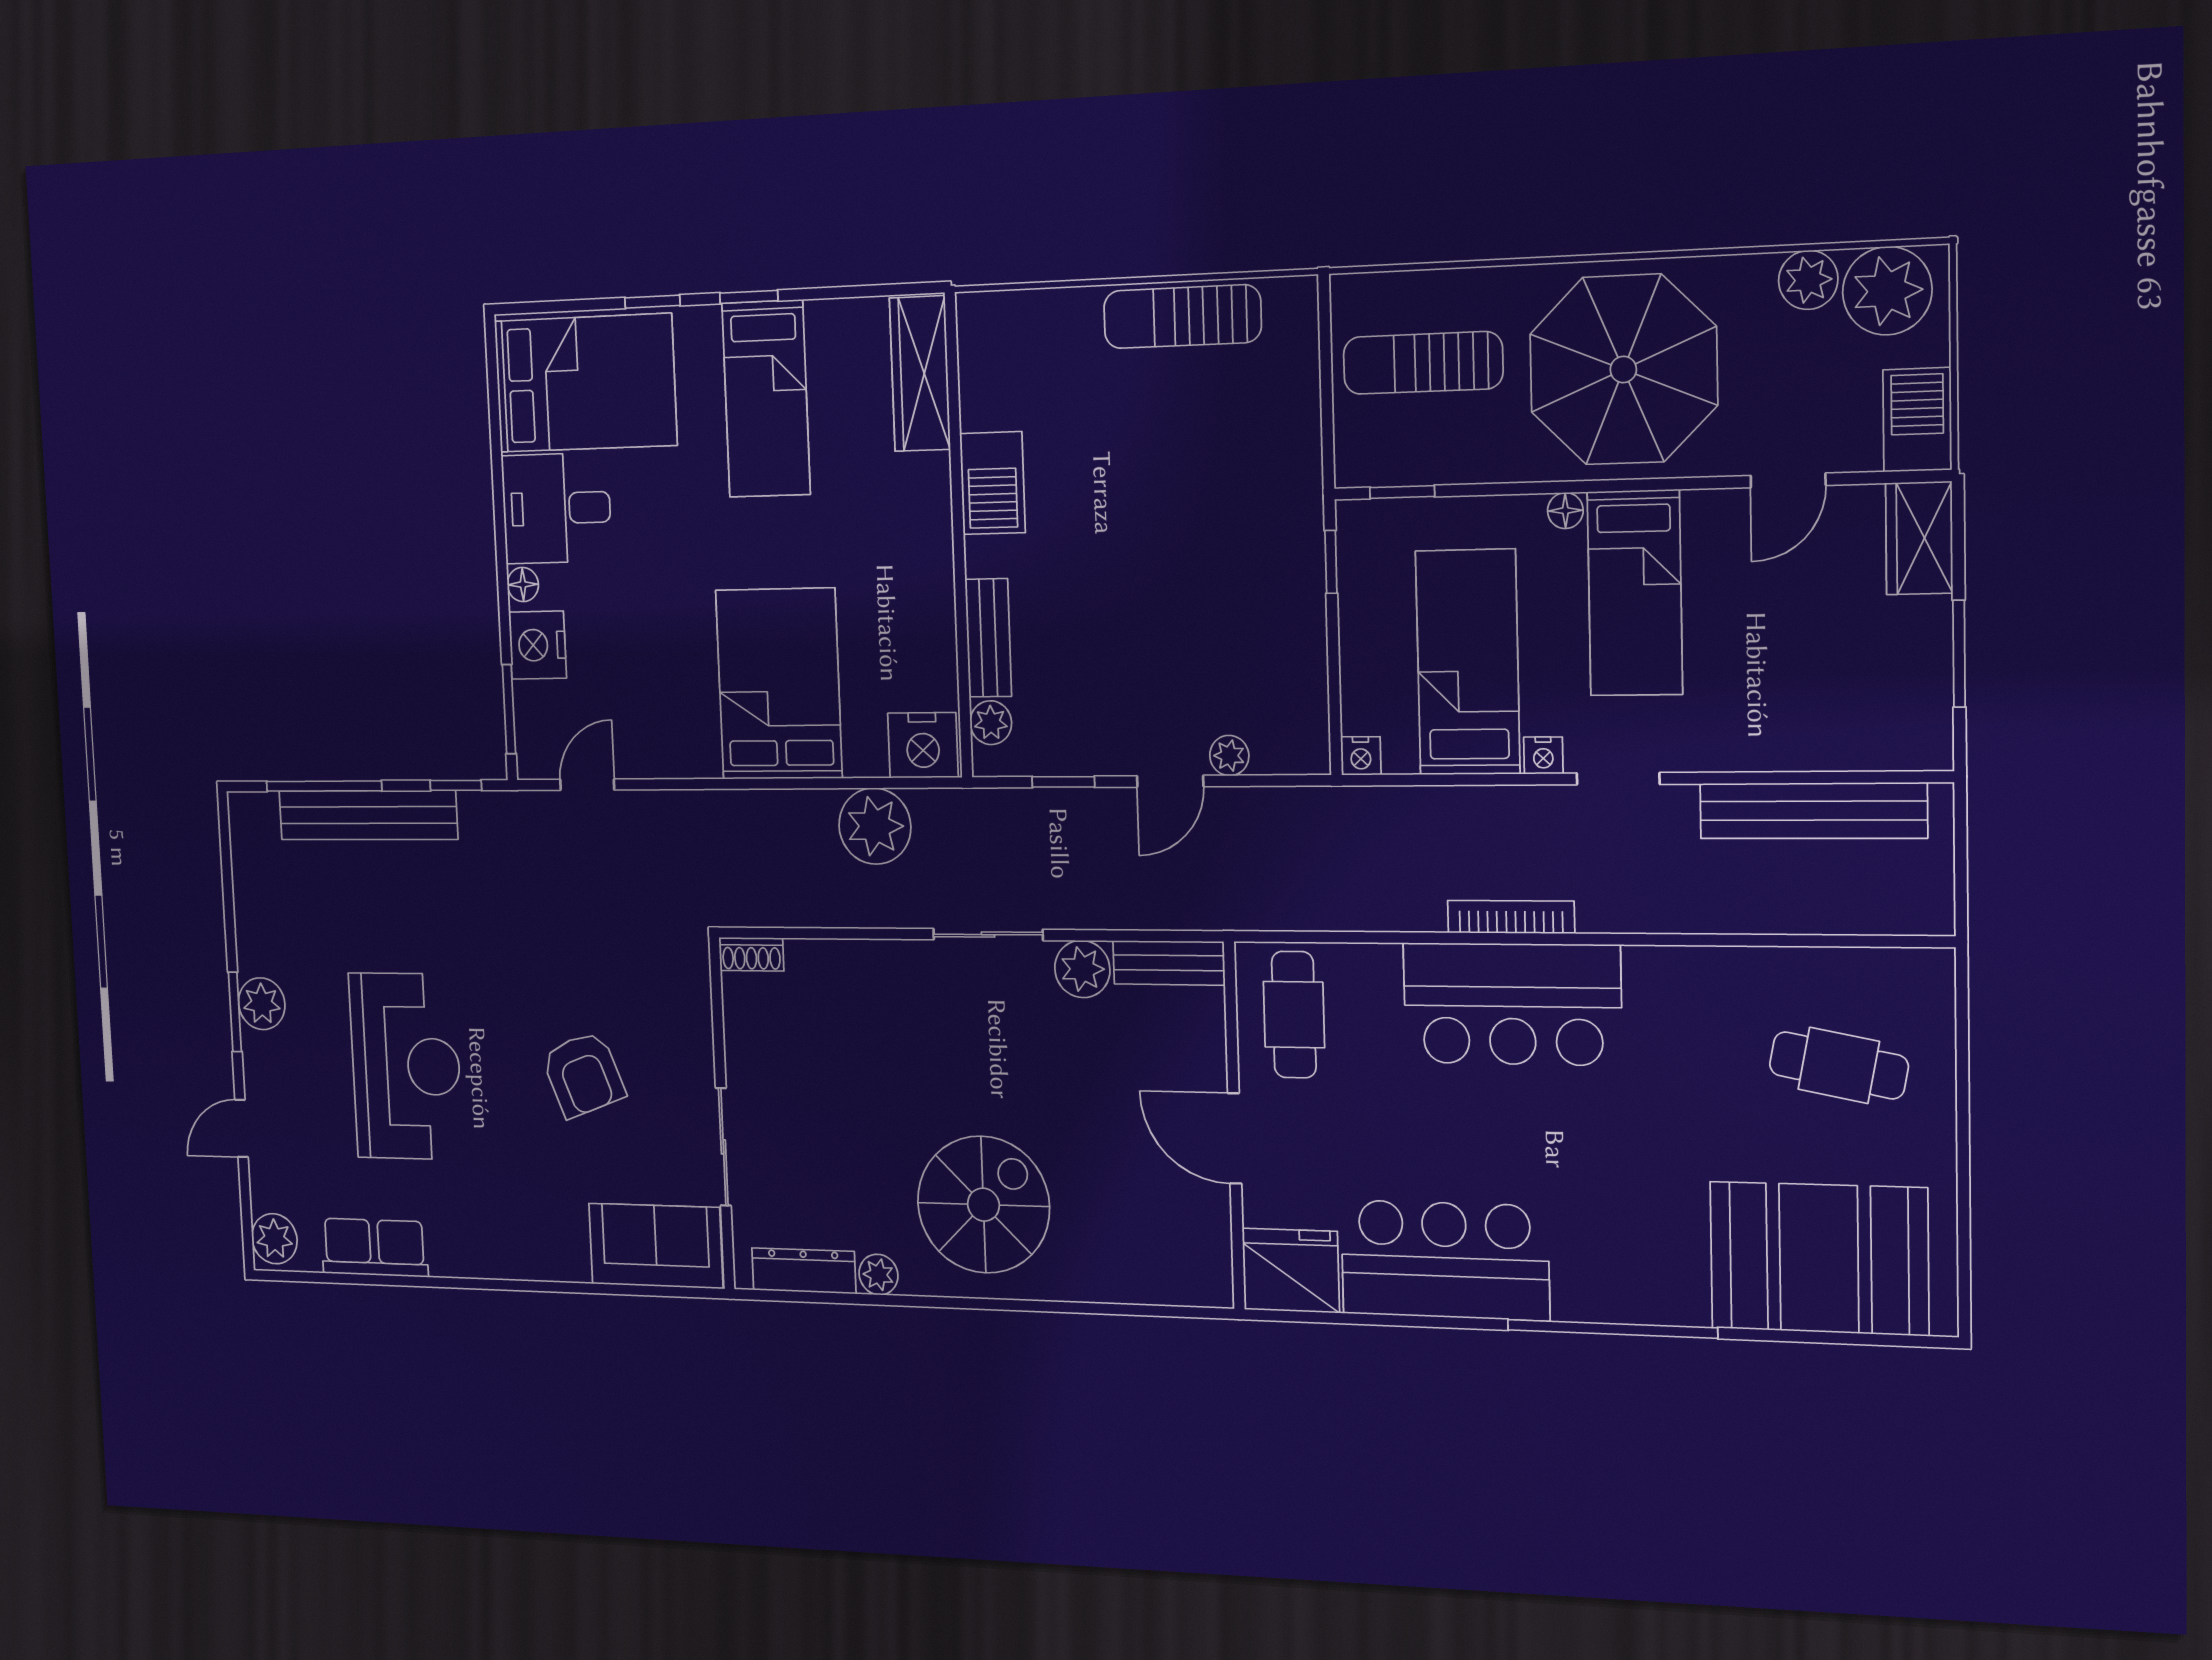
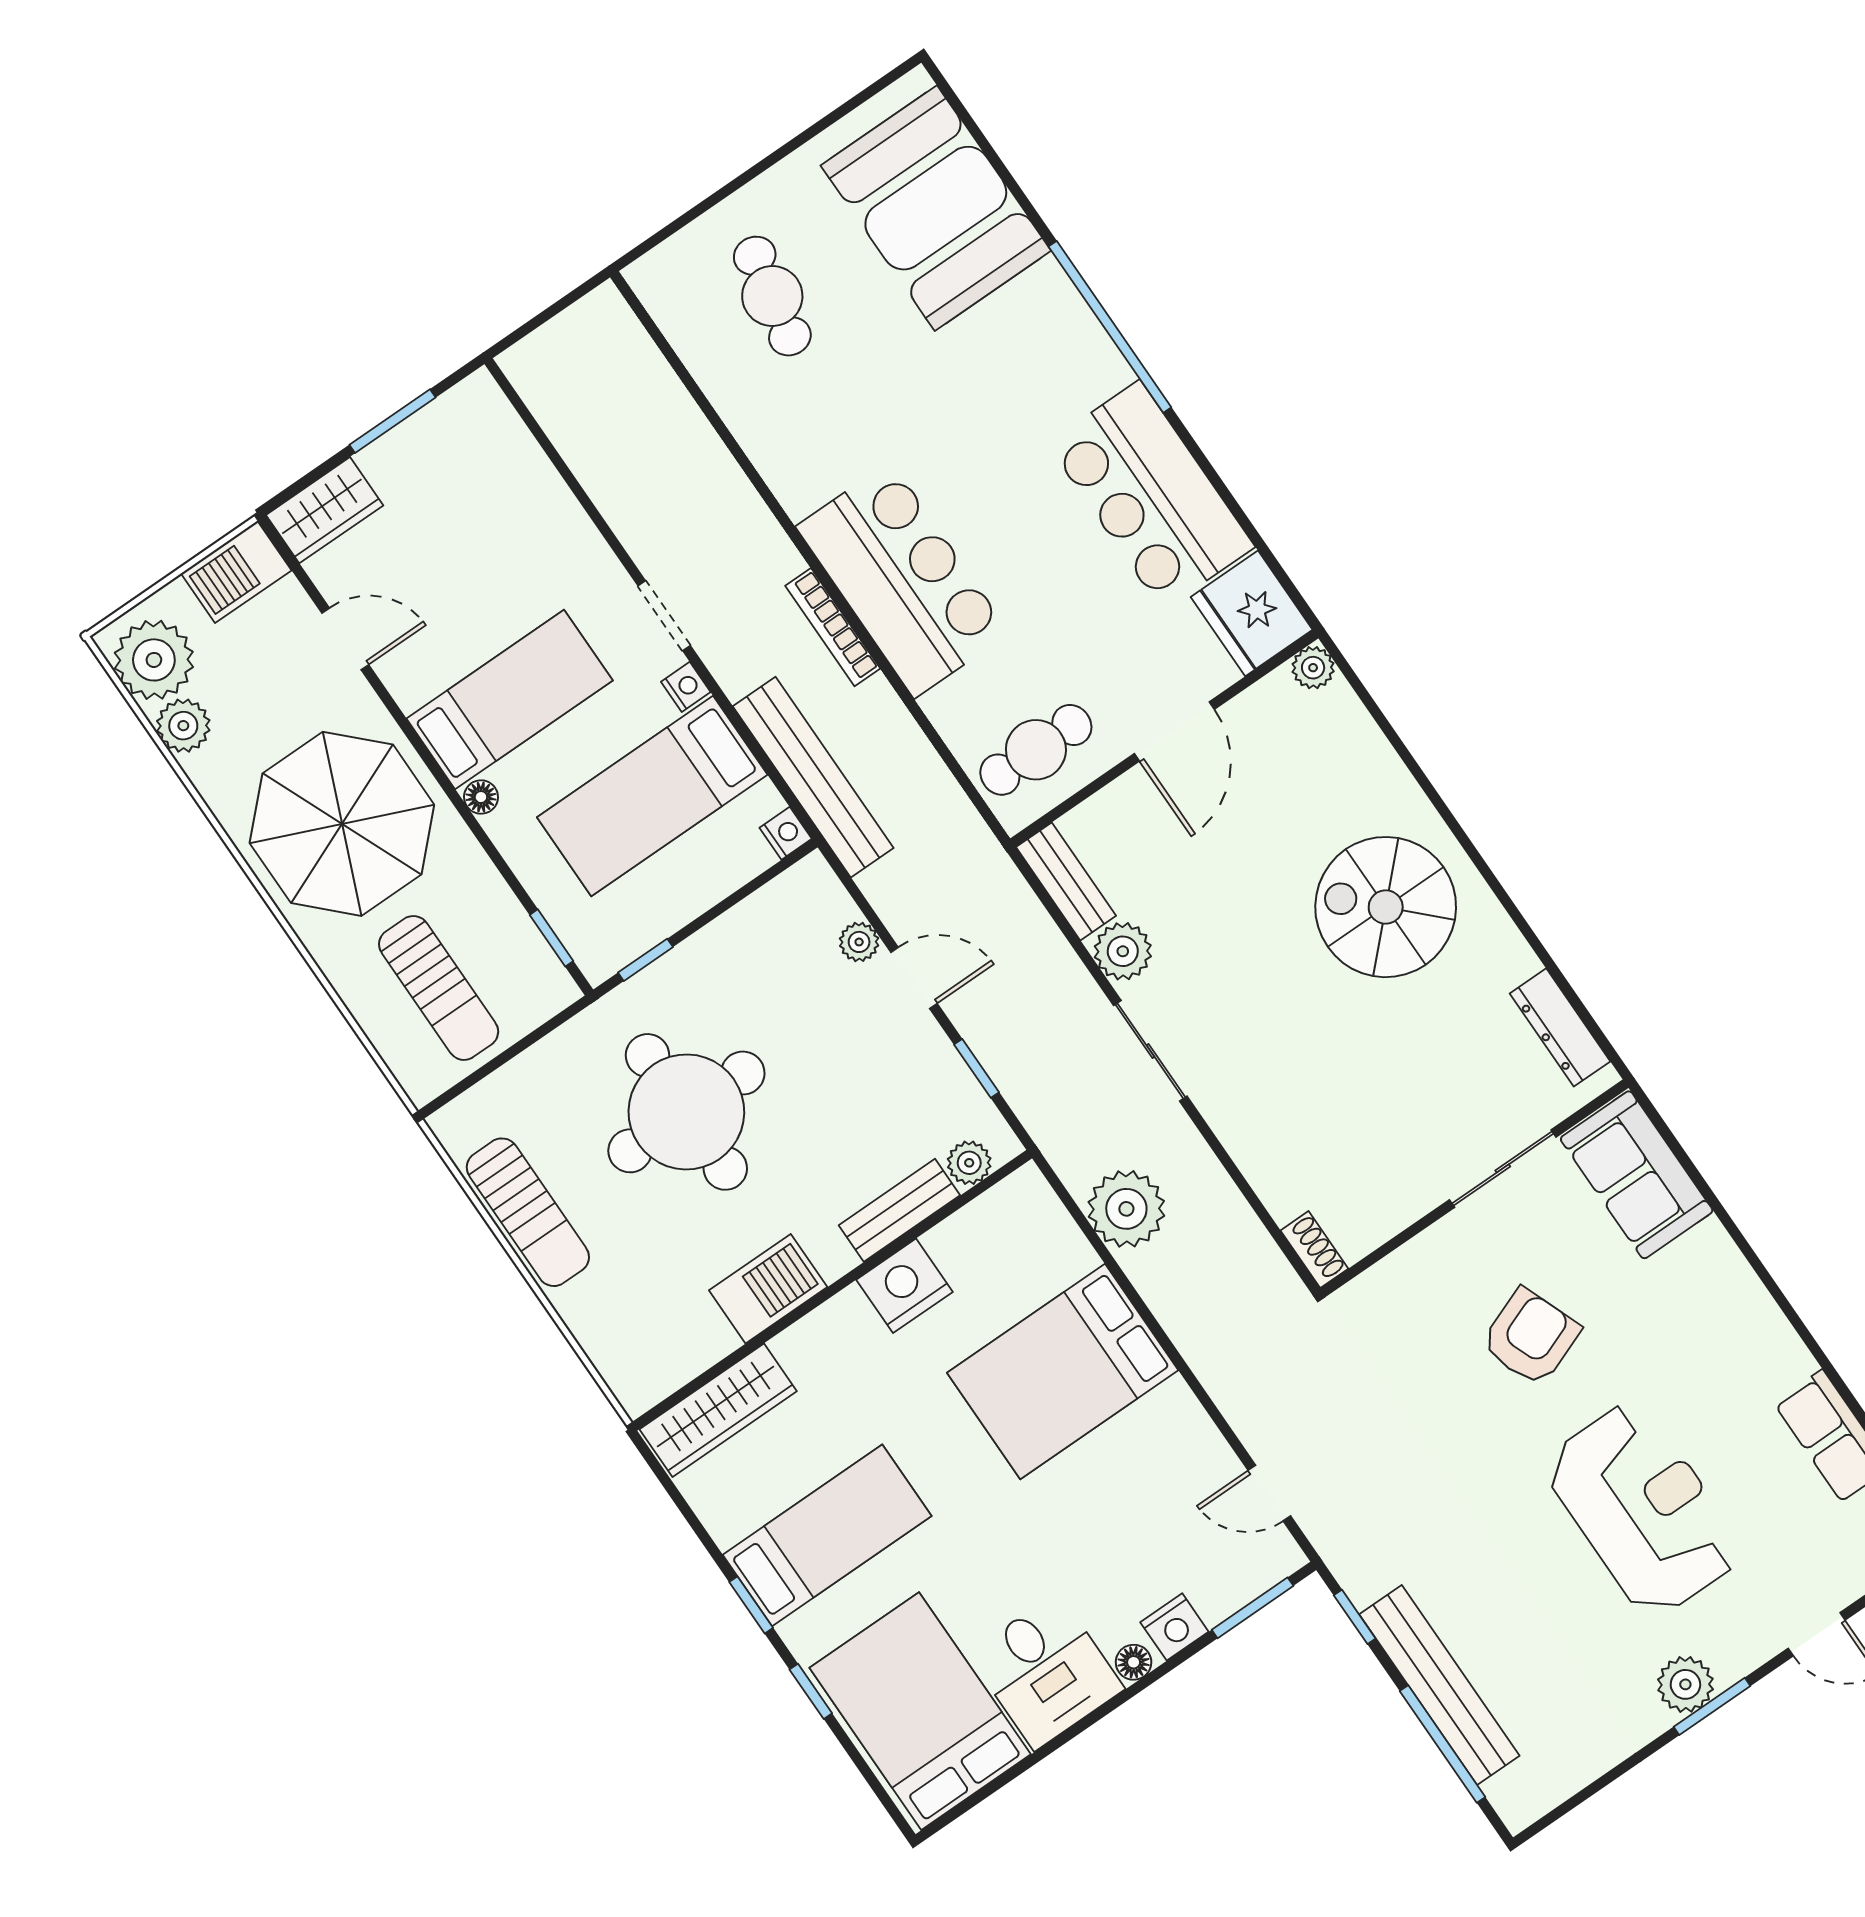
round table: (1181, 511) -> (686, 1112), added
nightstand: (538, 645) -> (1174, 1627), width x0.74, depth x0.75
nightstand: (923, 745) -> (905, 1286), moved, turned -90
bench: (1813, 811) -> (813, 777), moved
reception desk: (406, 1066) -> (1643, 1509), turned 90
plant: (878, 1275) -> (1313, 668), moved

